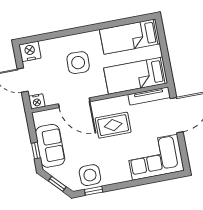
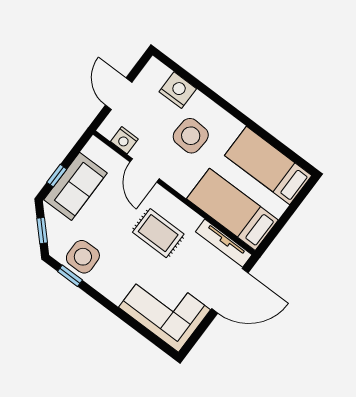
nightstand: (30, 51) -> (178, 90), moved
nightstand: (37, 101) -> (124, 140), moved
door: (74, 103) -> (144, 170), width x0.73

